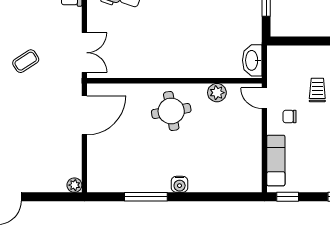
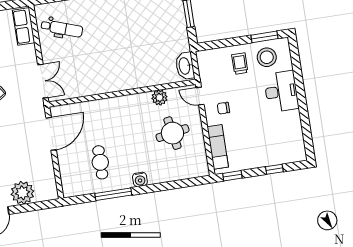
trolley: (317, 90) -> (240, 64), moved
round table: (171, 111) -> (172, 133), moved
cafe table: (136, 157) -> (100, 162), added
plant: (74, 185) -> (22, 193), moved, width x1.88, depth x1.88

